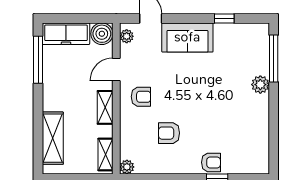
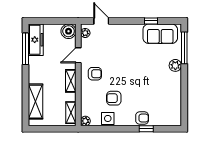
freezer: (66, 34) -> (36, 40), moved, turned -90
sofa: (187, 37) -> (160, 34), moved
side table: (160, 163) -> (108, 118), added

